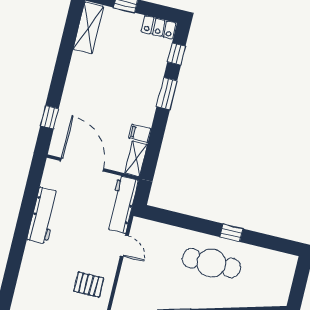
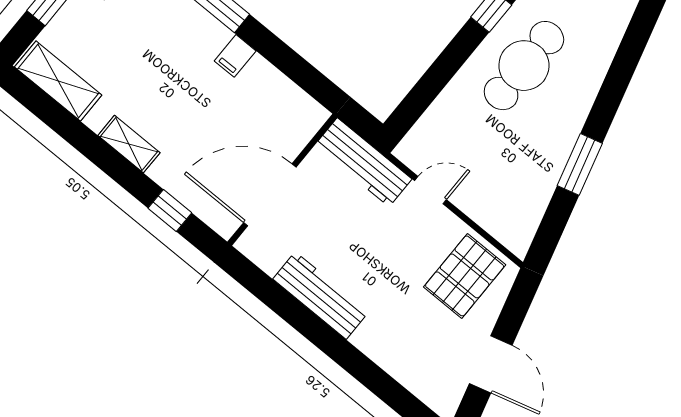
filing cabinet: (140, 133) -> (235, 56), moved
shelving: (136, 159) -> (129, 144), moved
pallet: (89, 285) -> (465, 276), width x1.50, depth x1.42

